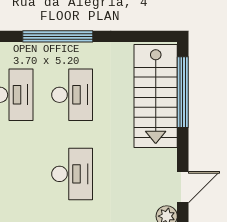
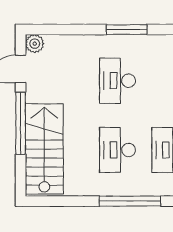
window: (183, 92) -> (21, 123), moved

